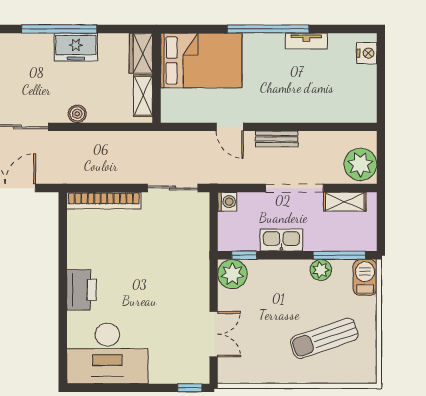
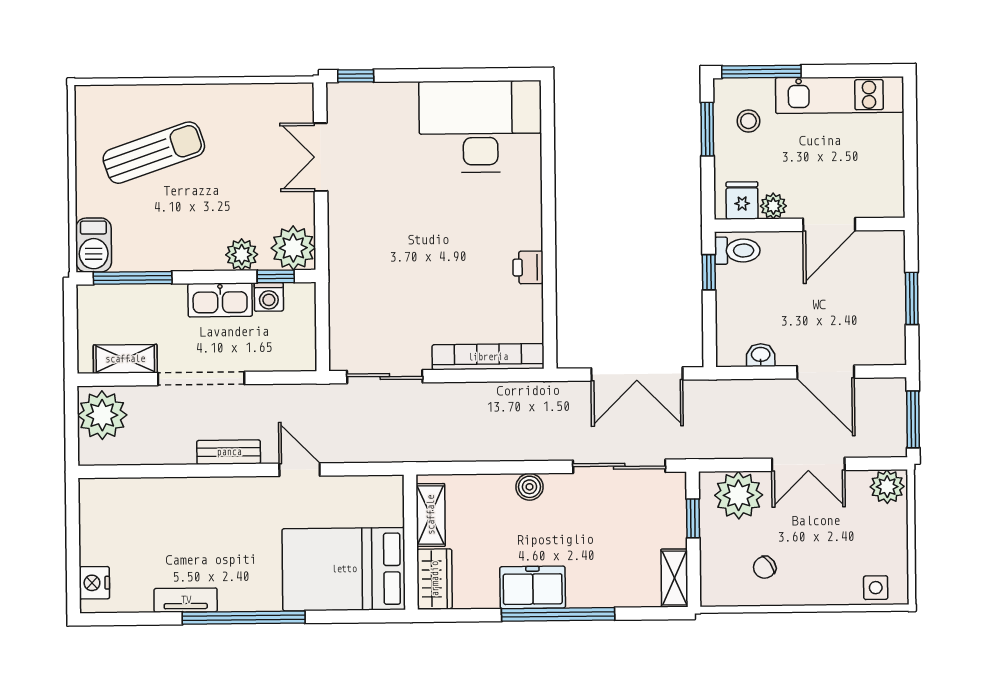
washing machine: (227, 202) -> (269, 297), moved, turned -90
plant: (321, 270) -> (242, 255), moved
printer: (81, 290) -> (528, 267), moved, width x0.53, depth x0.68

